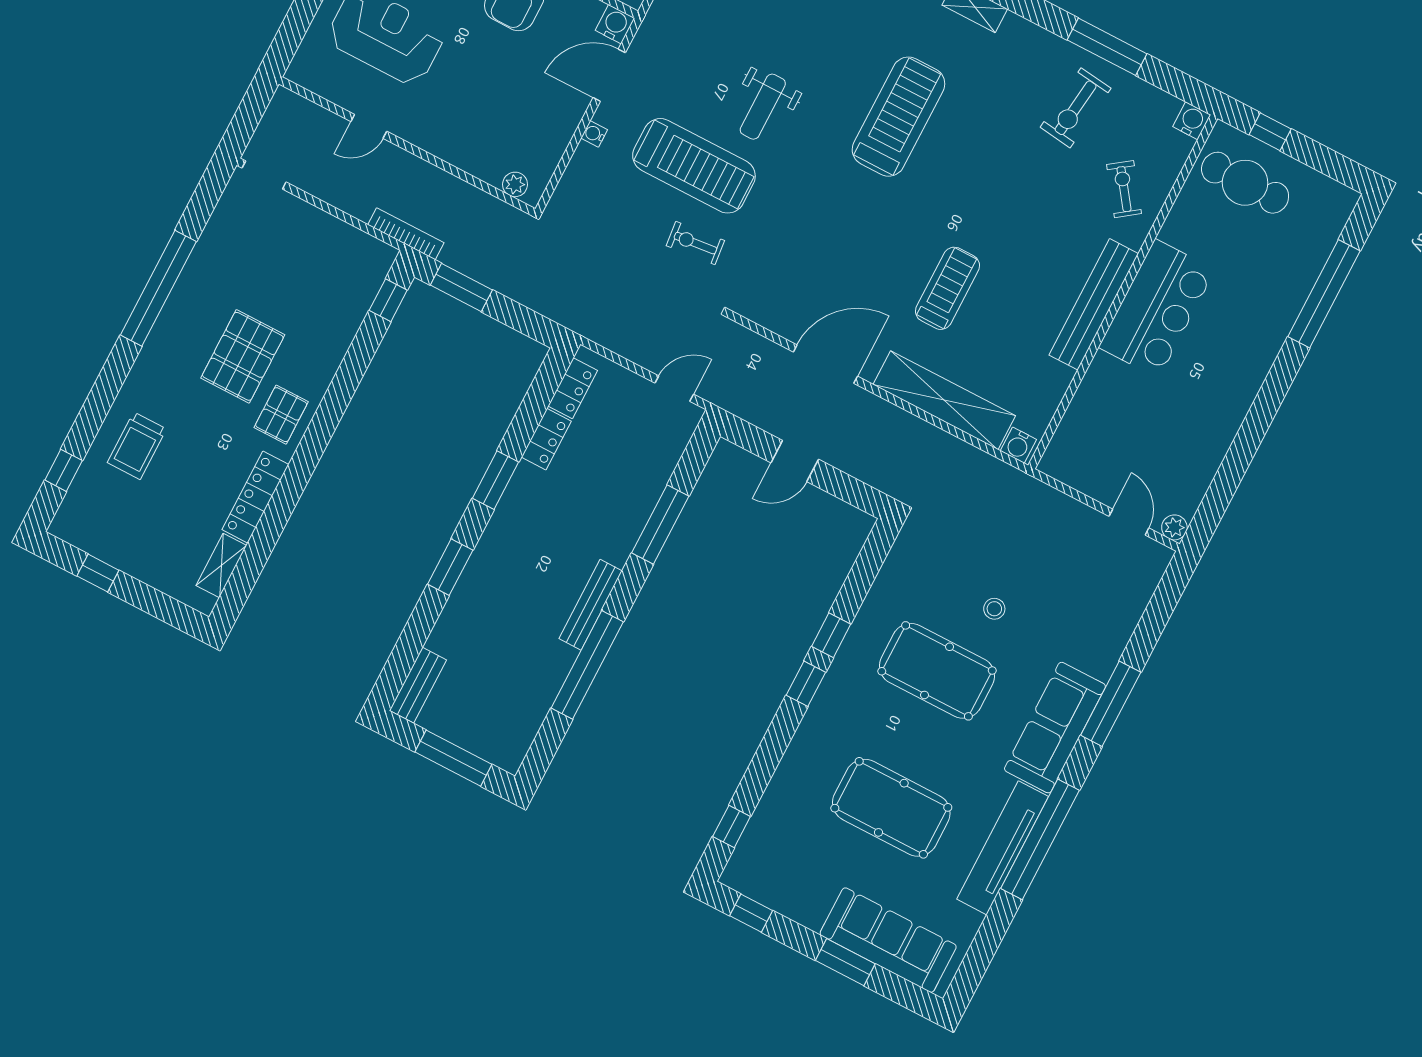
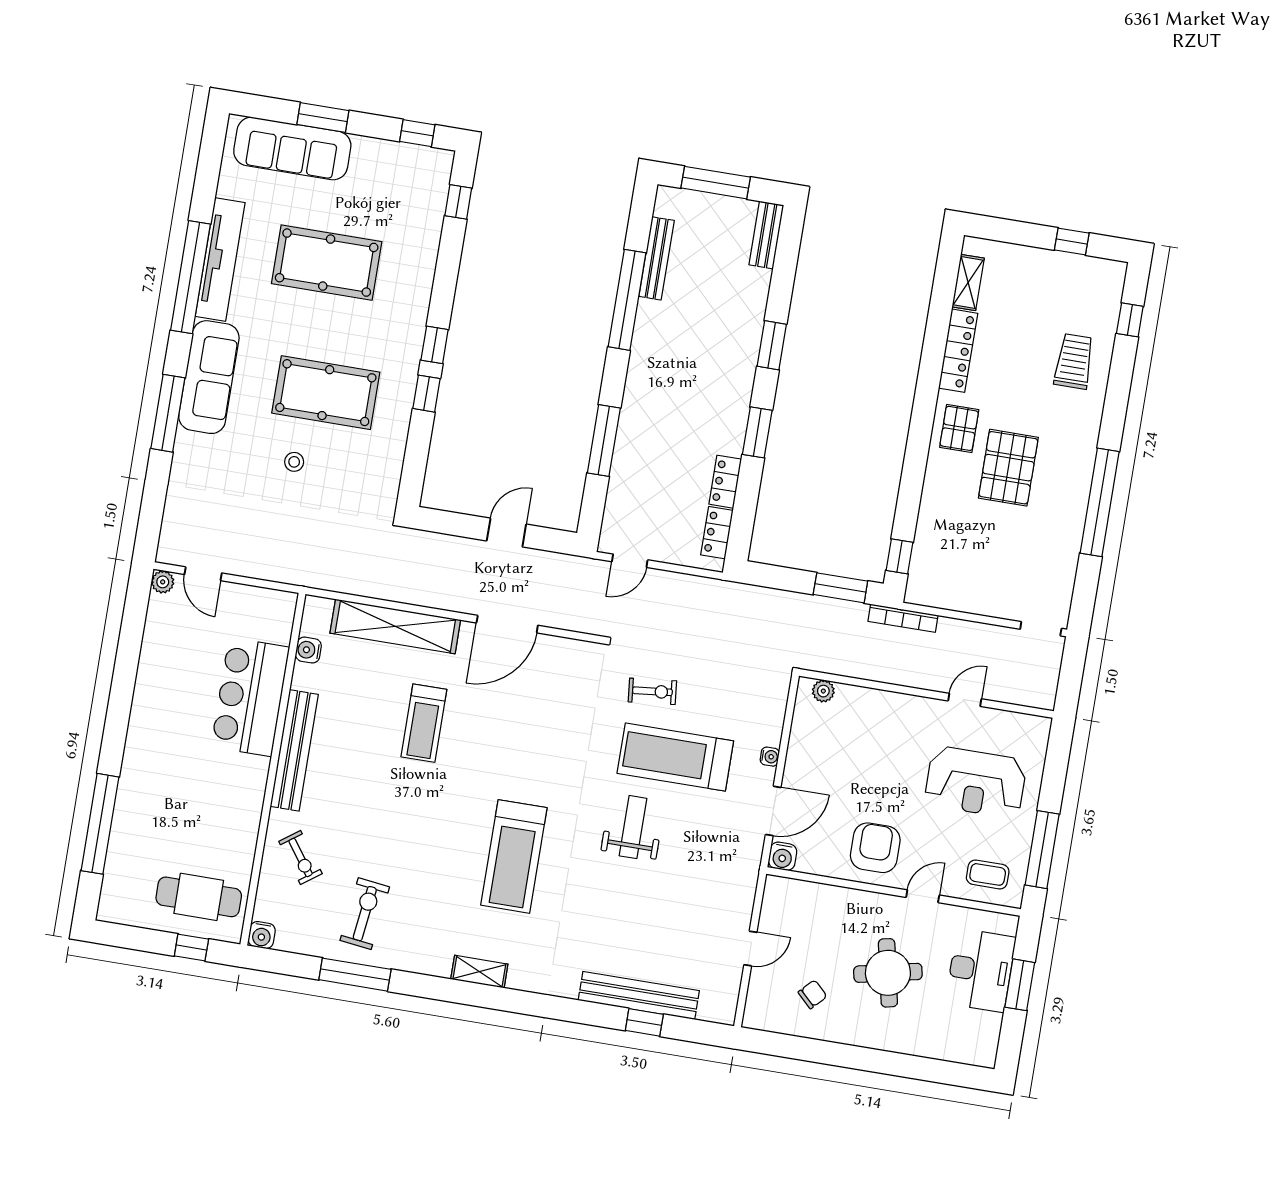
bar counter: (1157, 309) -> (250, 697), moved
water cooler: (1018, 445) -> (308, 650), moved, turned -90
bench: (591, 605) -> (657, 258), moved

